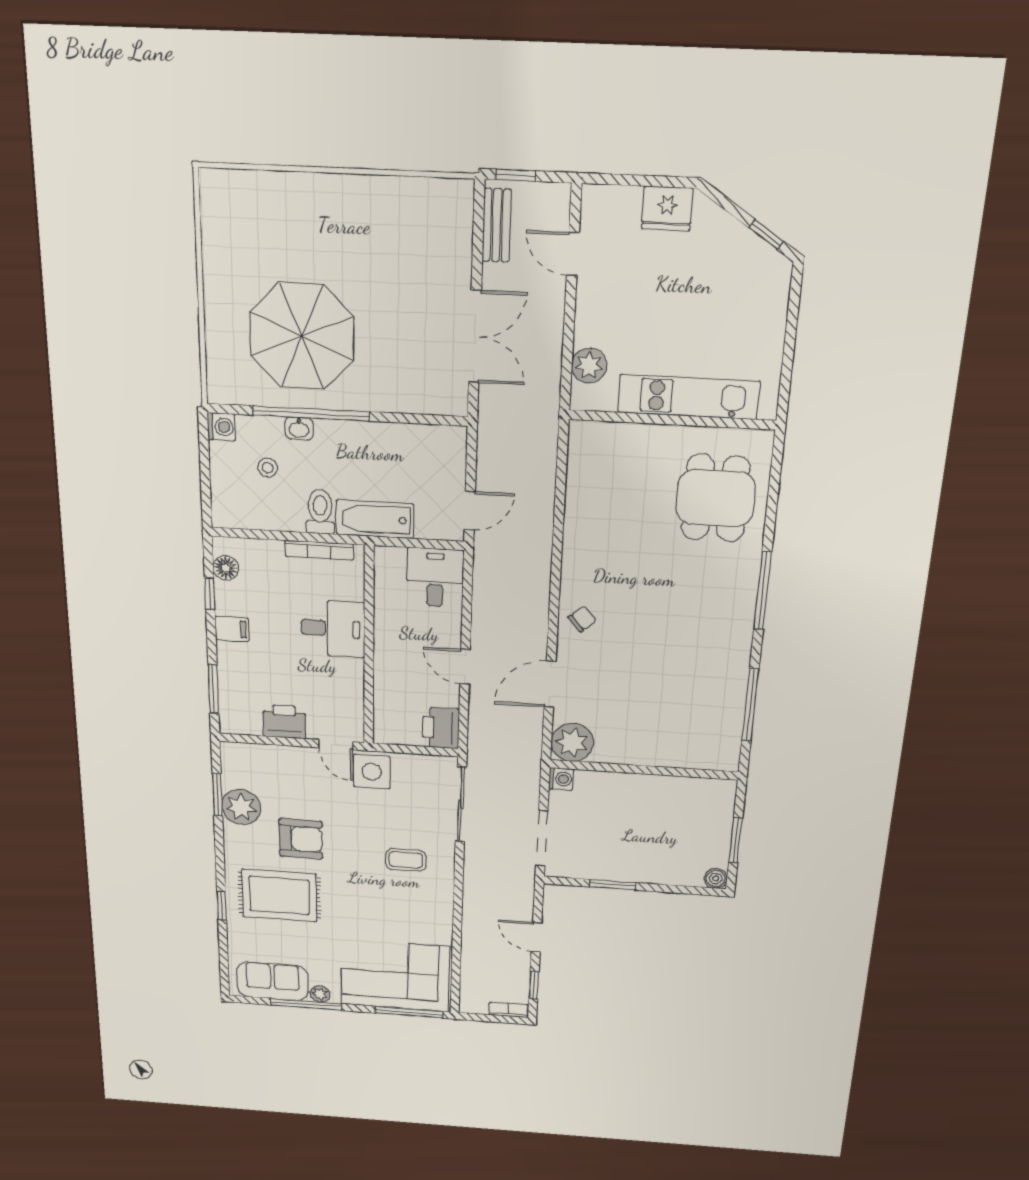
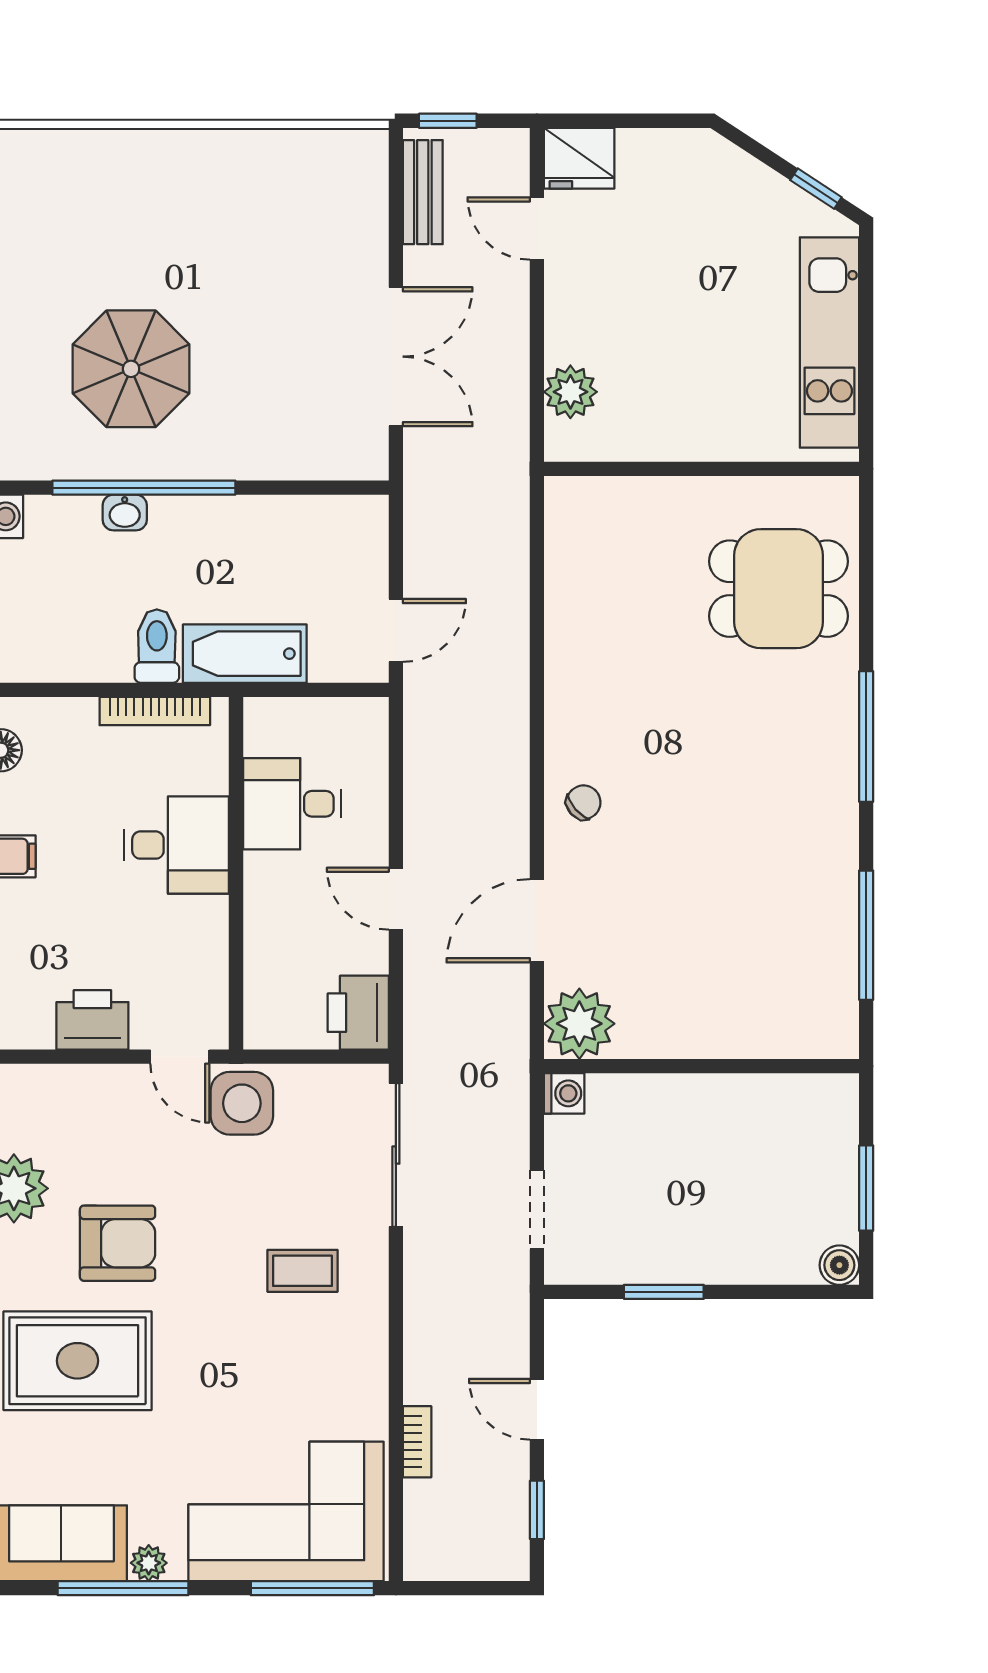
fridge: (667, 209) -> (579, 158), moved
parasol: (302, 336) -> (131, 369), width x0.73, depth x0.73
kitchen unit: (689, 397) -> (829, 342), moved, turned -90
stool: (268, 468) -> (73, 578), removed
dining table: (716, 498) -> (779, 589), turned 90
desk: (435, 578) -> (292, 804), moved, turned -90
doorway: (542, 838) -> (537, 1210), width x0.73
bookcase: (509, 1010) -> (417, 1442), moved, turned 90

